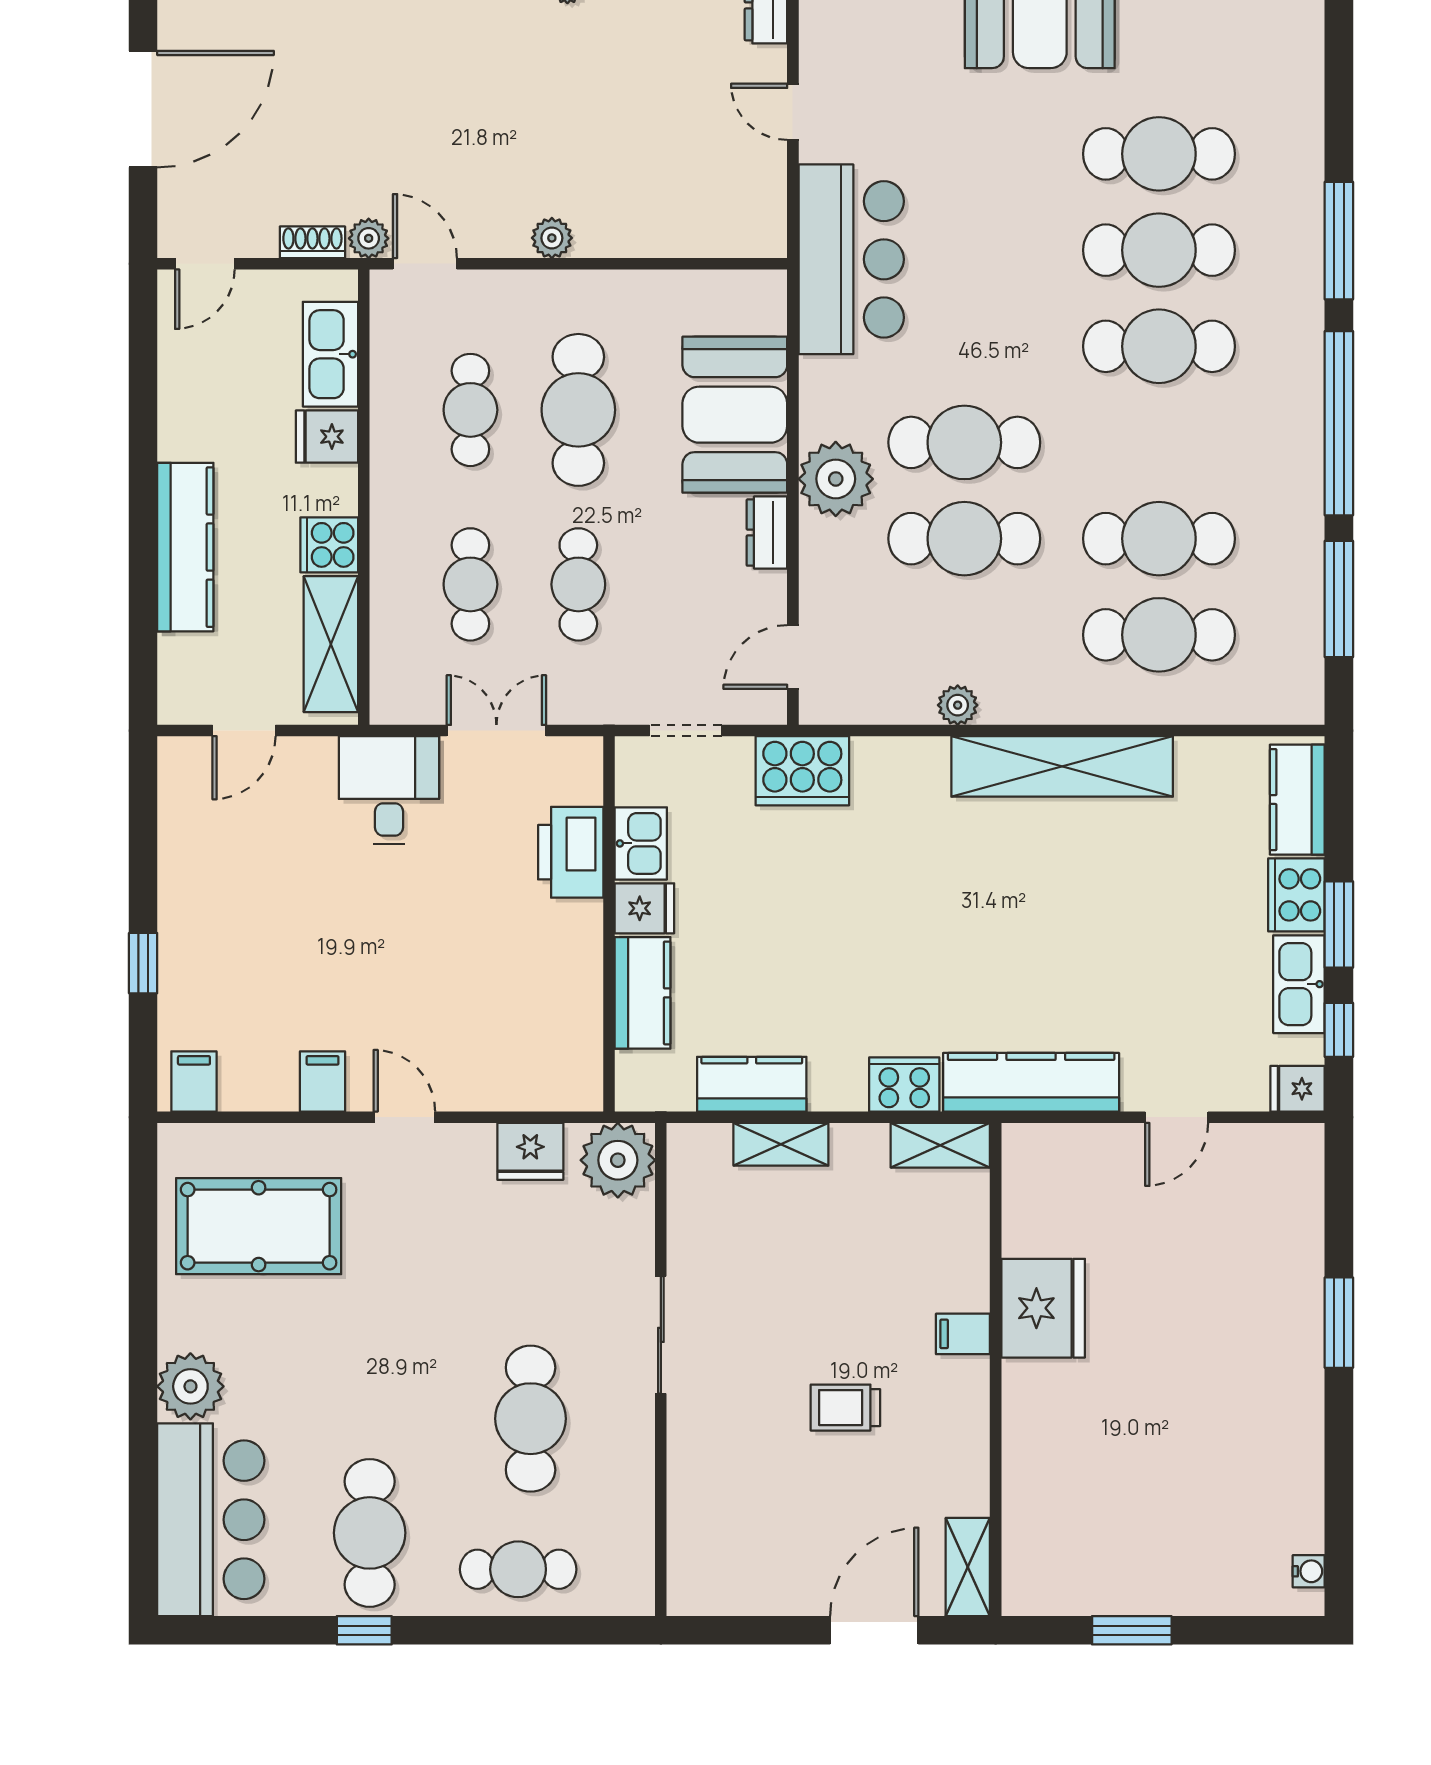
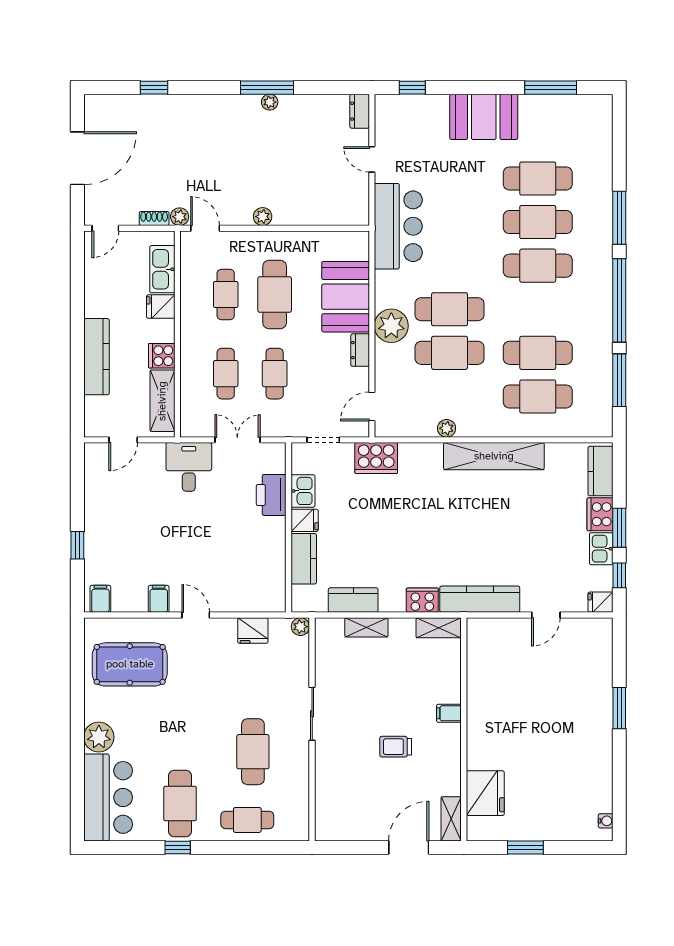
kitchen sink: (1299, 984) -> (601, 549), width x0.73
plant: (618, 1160) -> (300, 627), width x0.53, depth x0.53
fridge: (1043, 1308) -> (485, 793), moved

